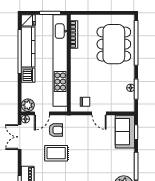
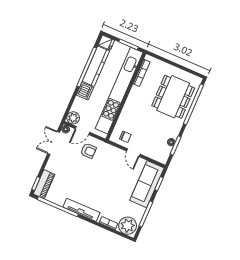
sofa: (125, 132) -> (147, 184), width x1.36
rug: (56, 153) -> (80, 171), removed

